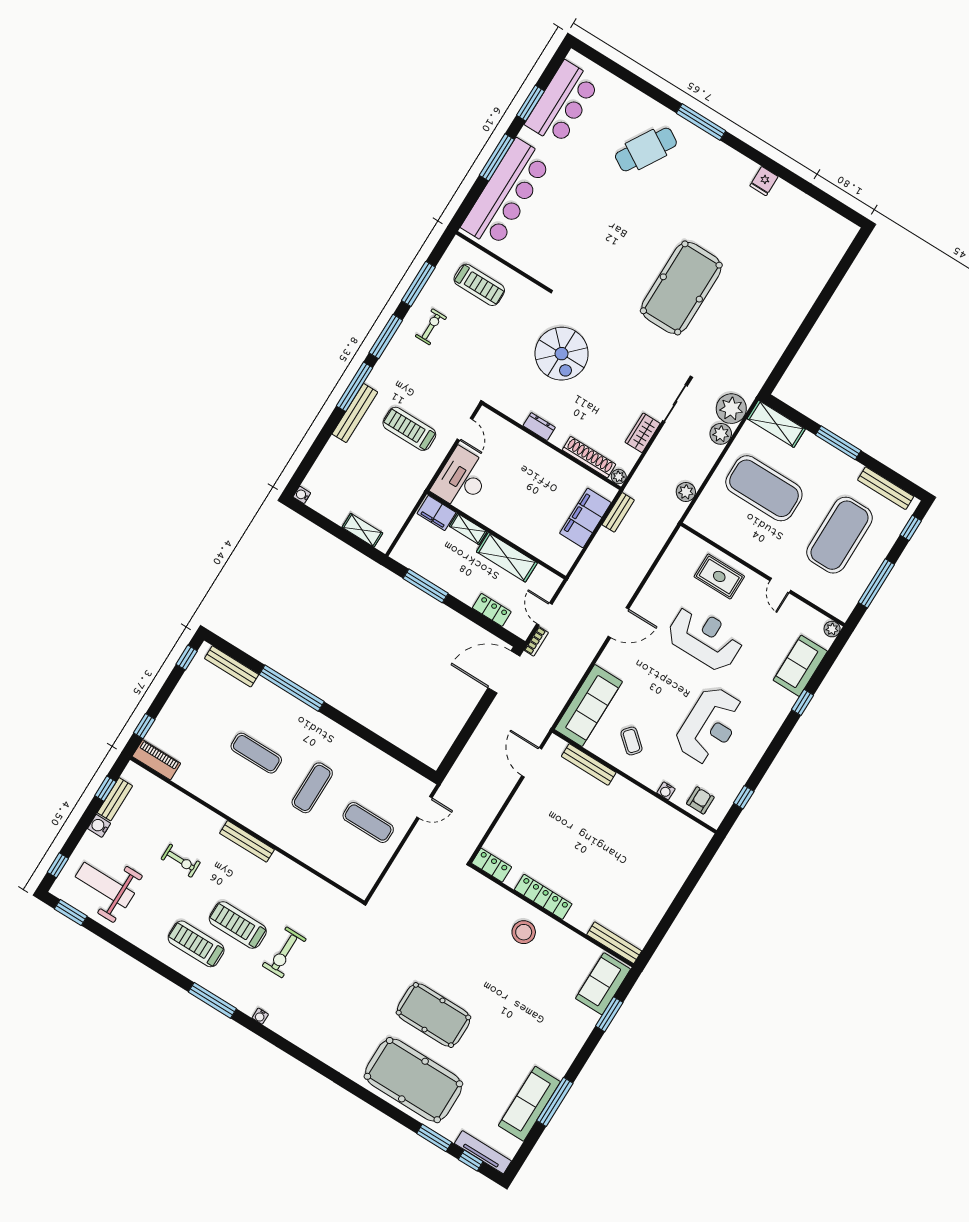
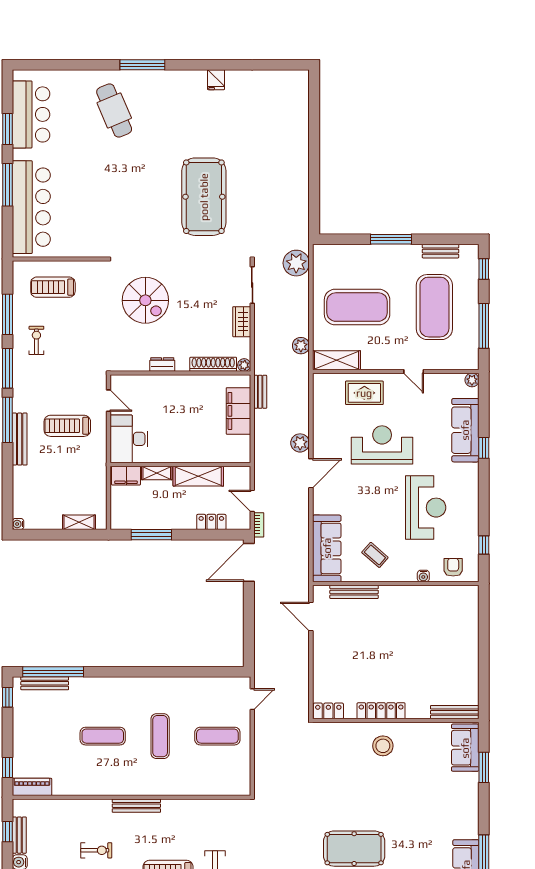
cafe table: (646, 150) -> (114, 110), turned -54
treadmill: (479, 285) -> (53, 287), turned 180
shelving: (776, 424) -> (336, 360), moved
plant: (721, 434) -> (300, 443), moved
bench: (886, 488) -> (440, 251), width x0.73
sofa: (800, 666) -> (465, 430), width x1.36
window: (292, 688) -> (53, 672), moved

